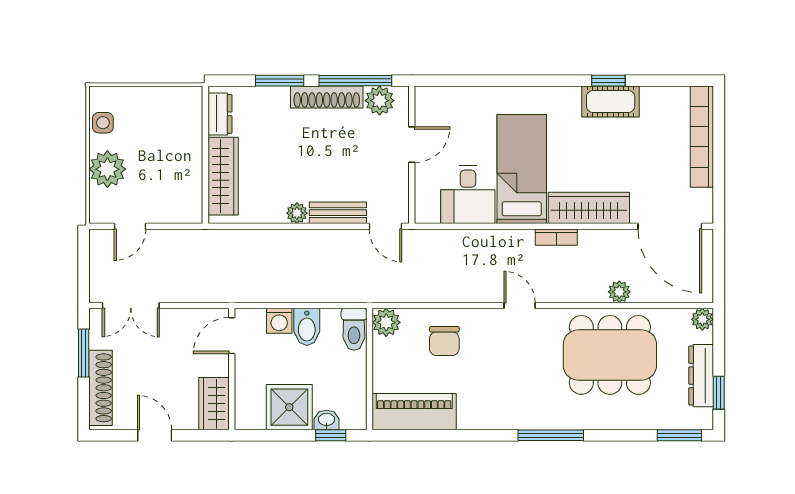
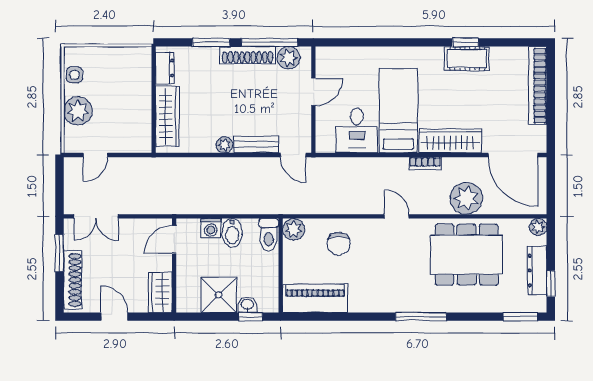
plant: (619, 292) -> (466, 198), width x1.87, depth x1.87

